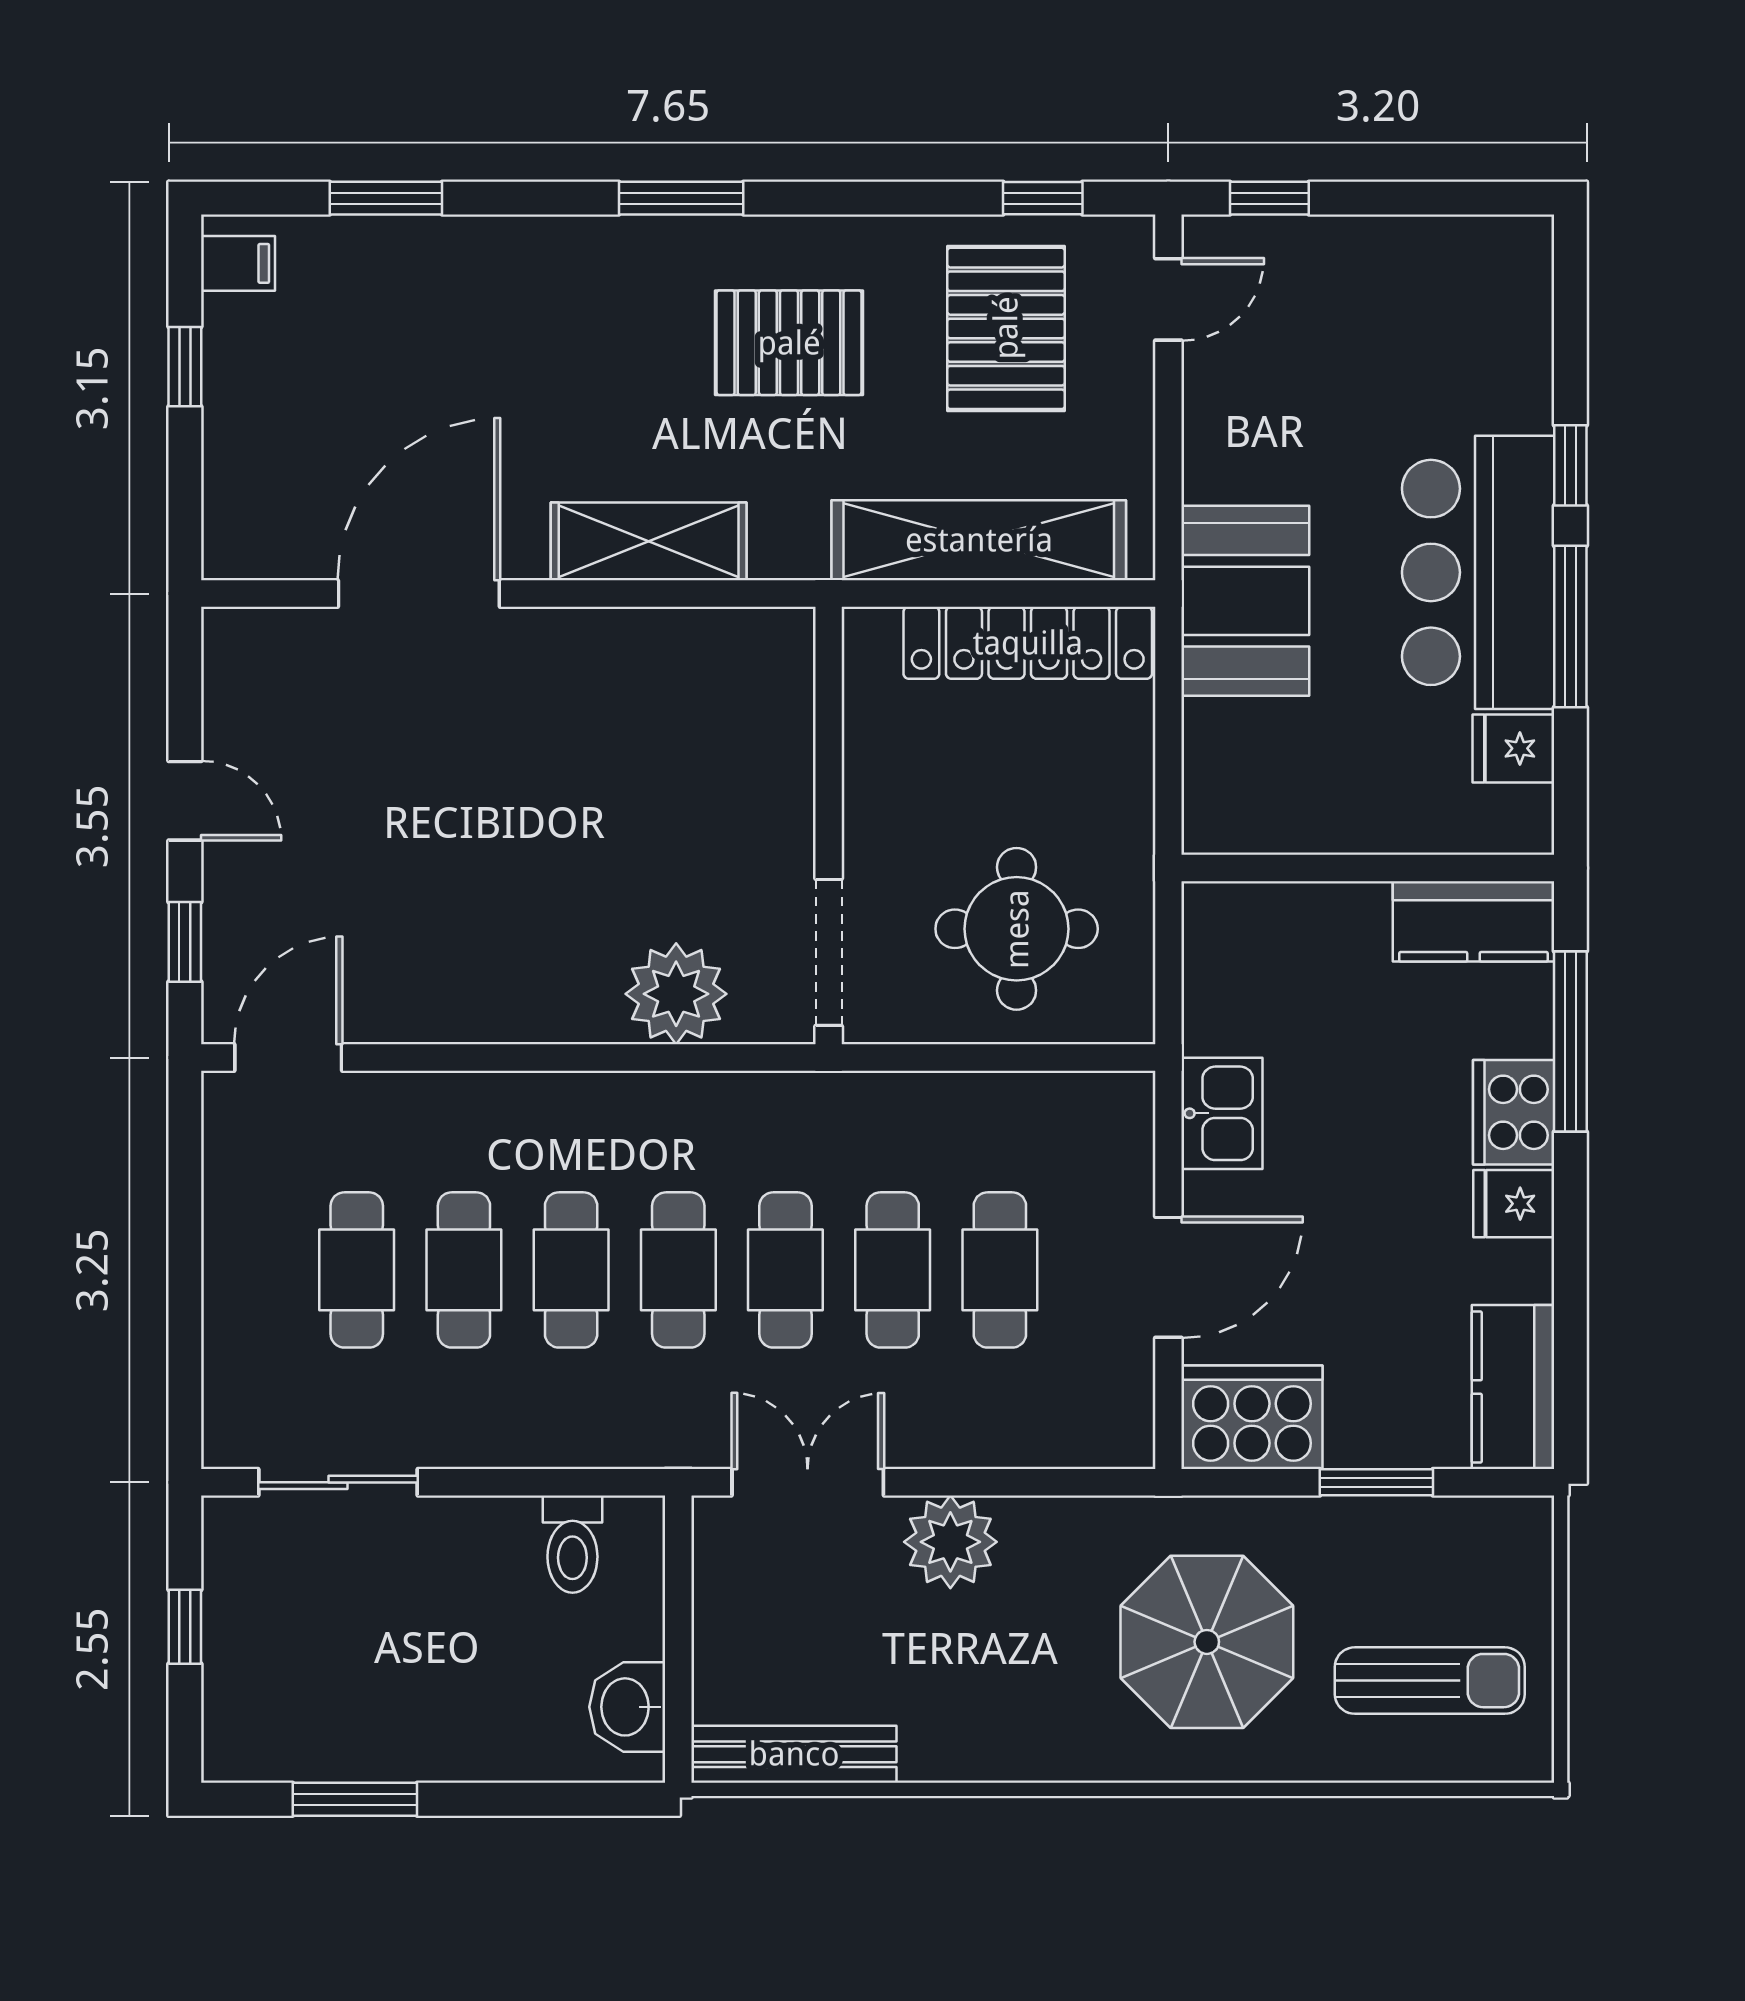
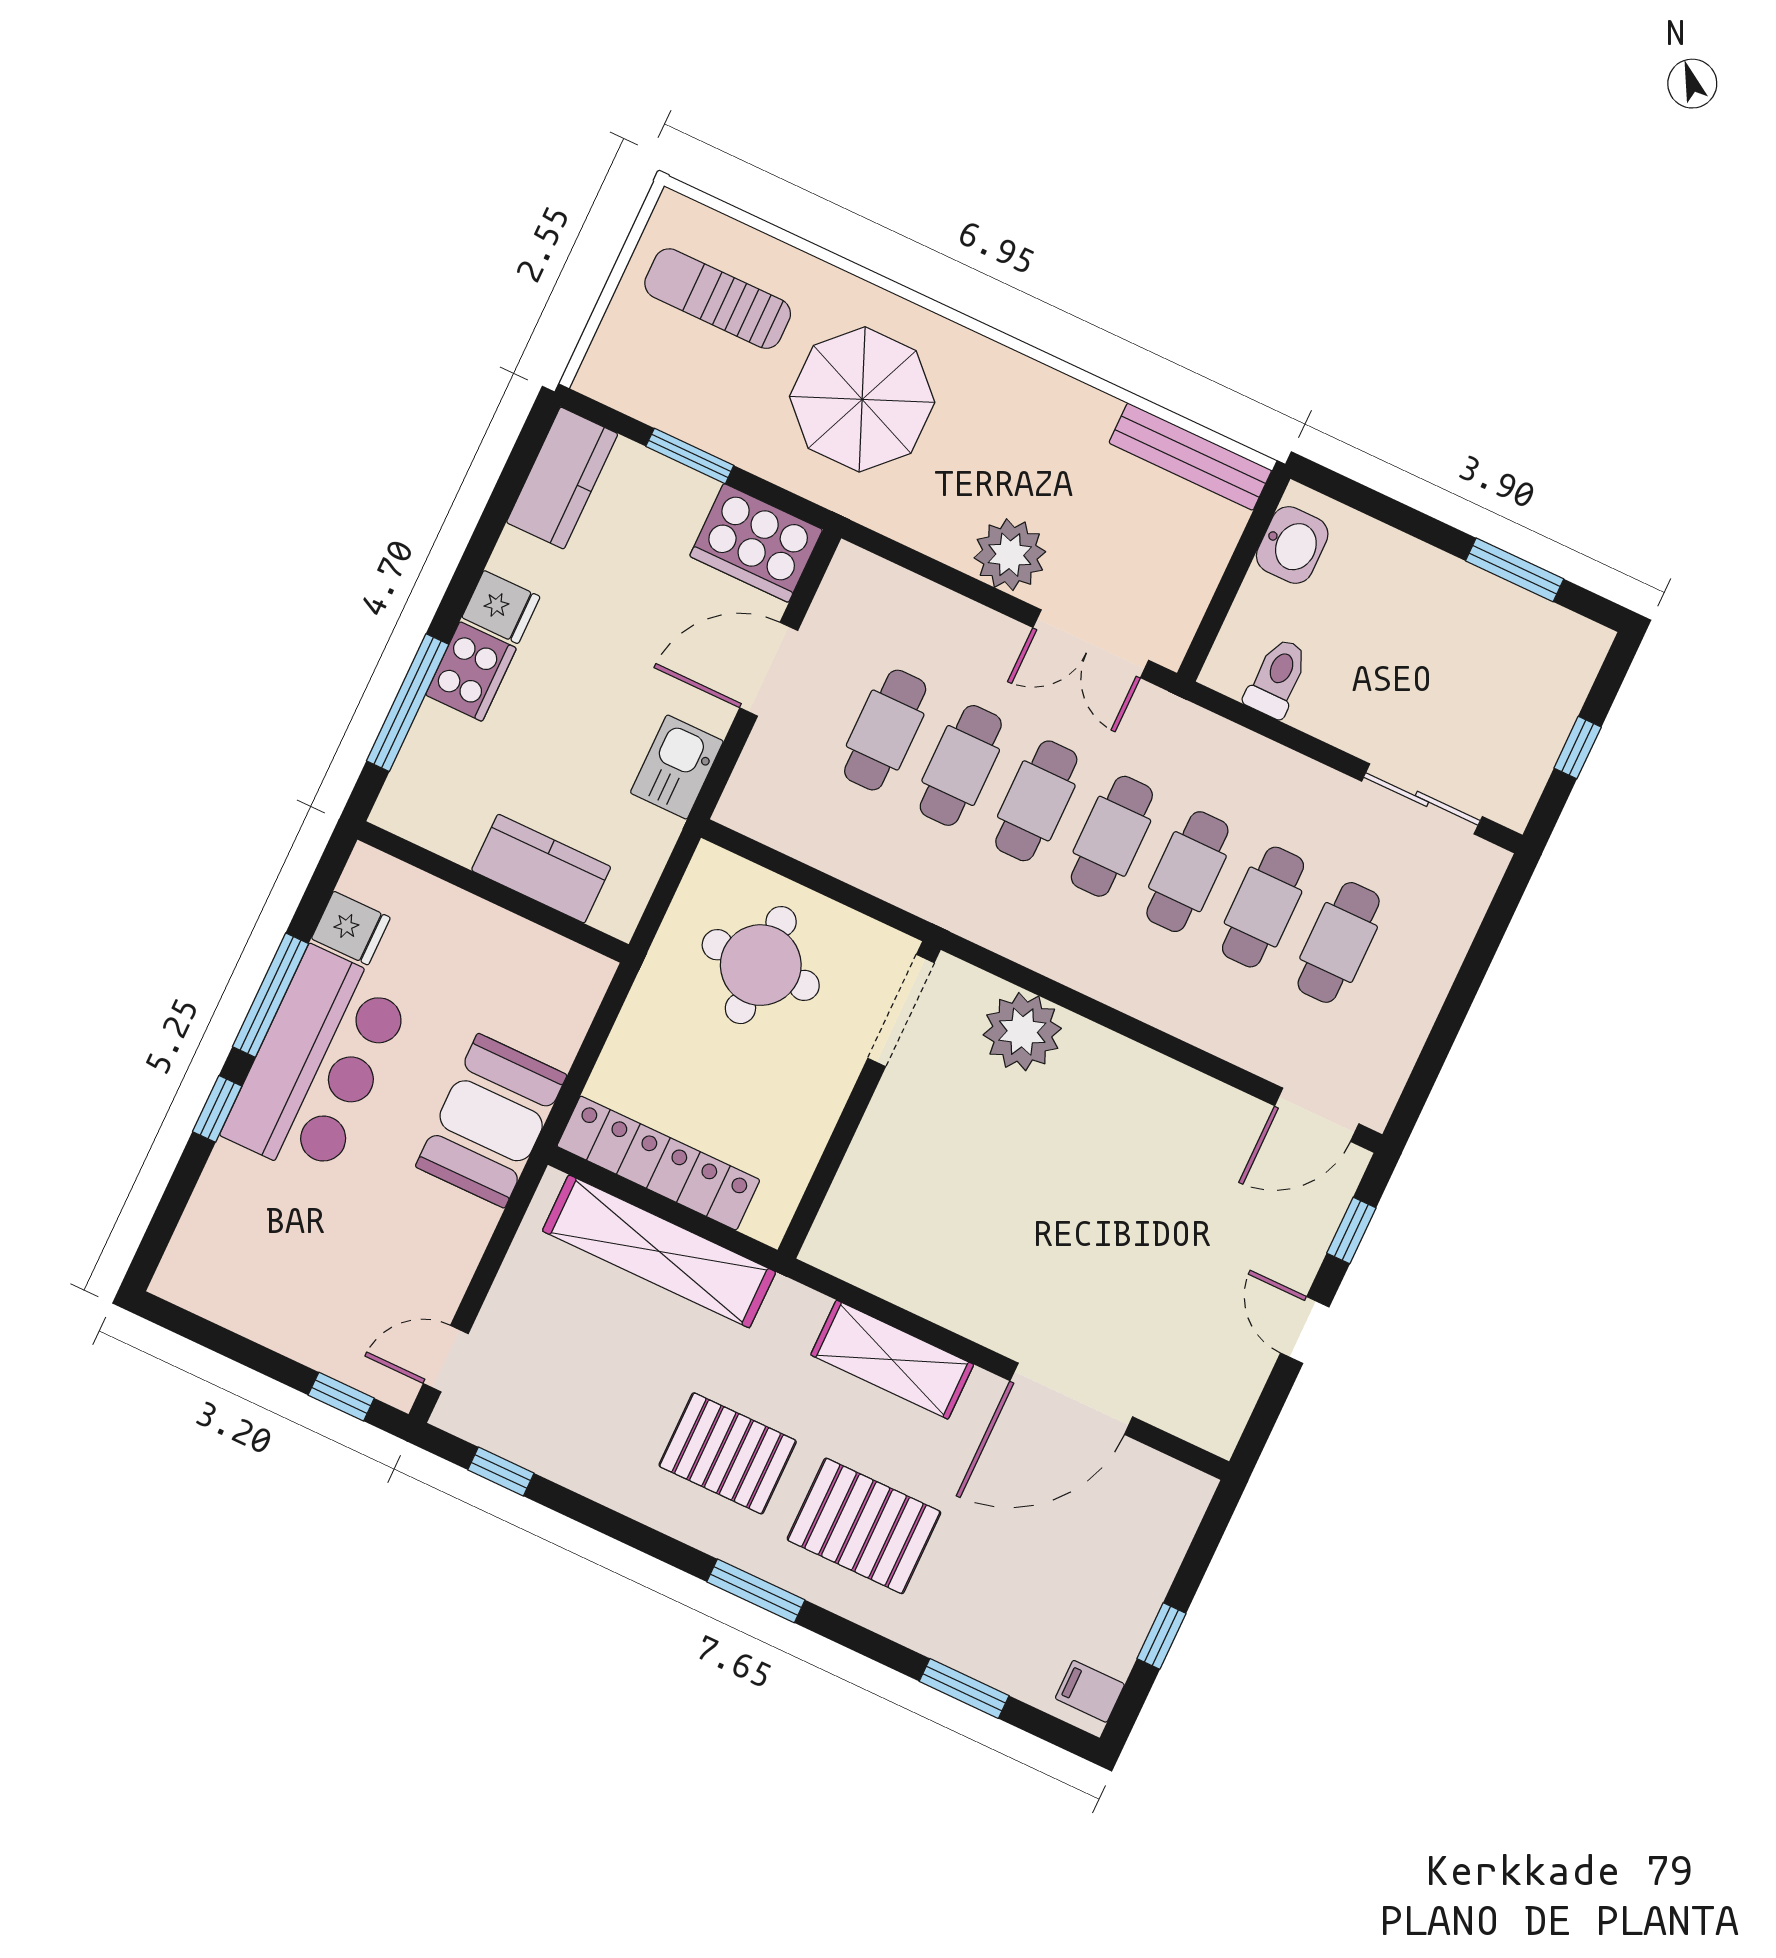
pallet: (1006, 328) -> (864, 1526), moved, turned 90
kitchen counter: (1473, 921) -> (541, 869), moved

